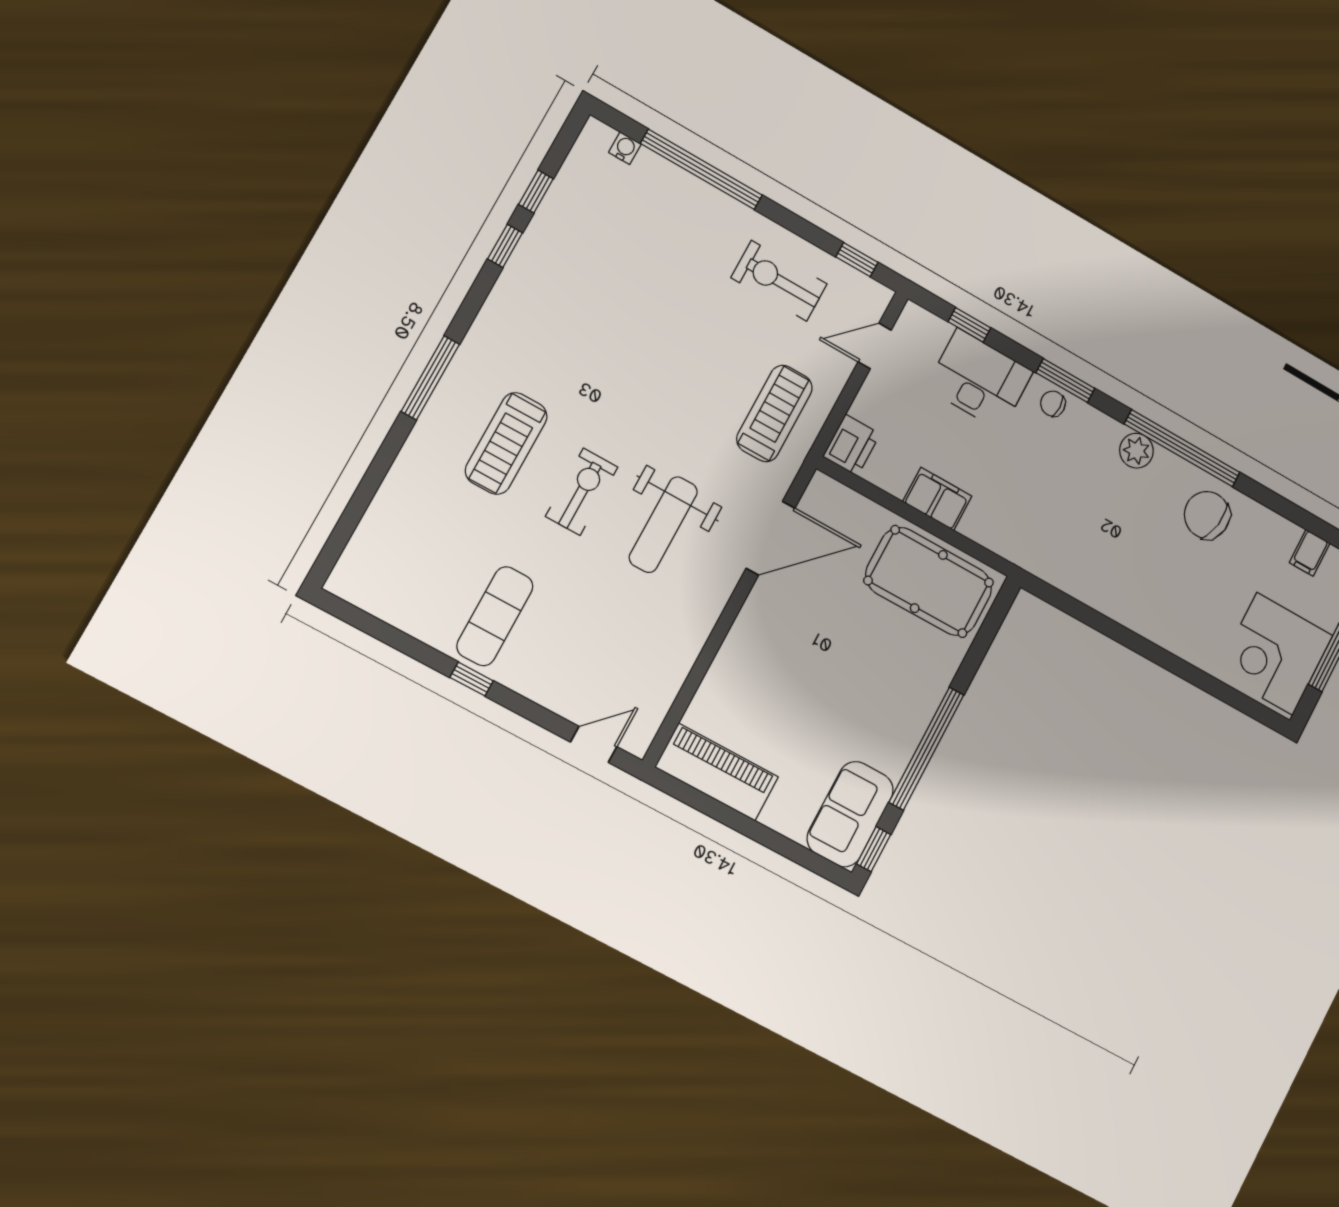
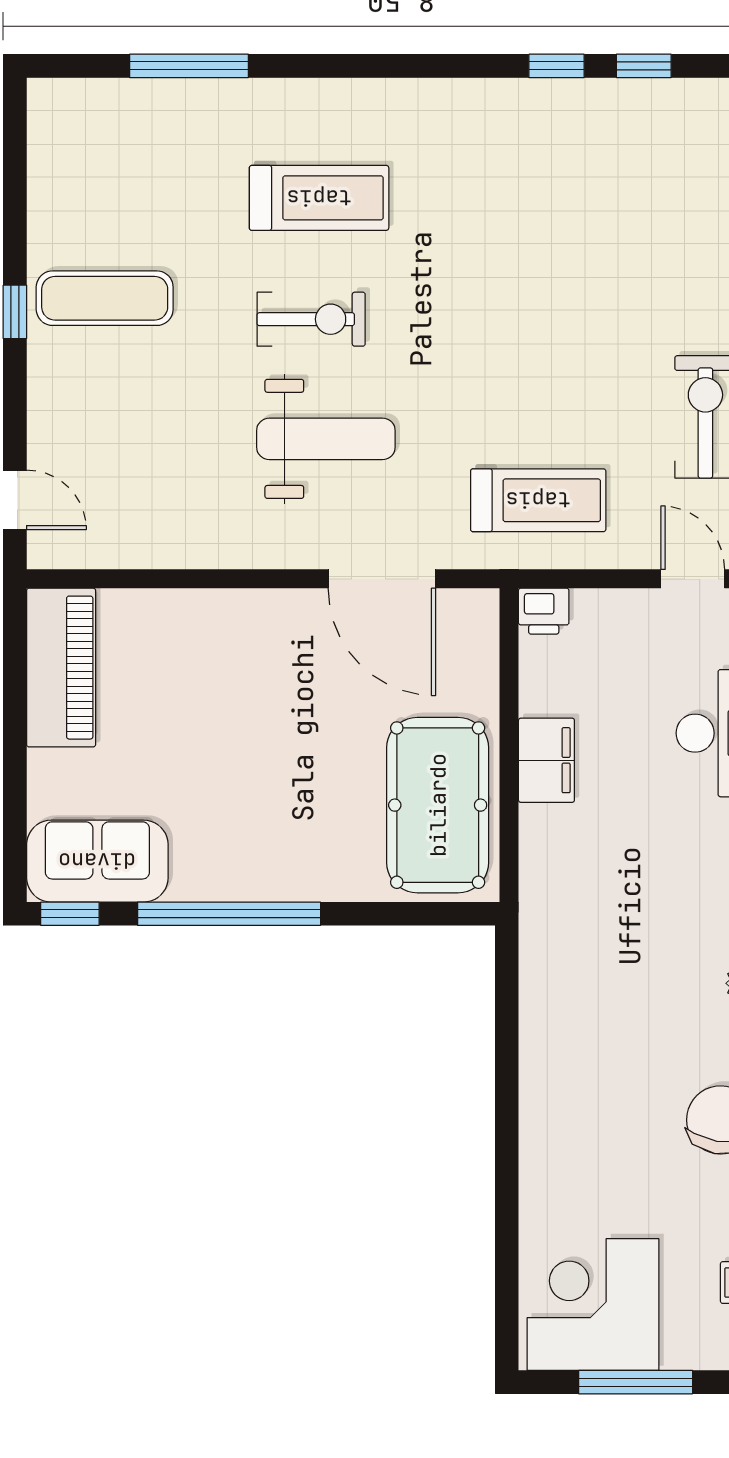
window: (430, 378) -> (189, 66), moved
treadmill: (506, 443) -> (319, 198), turned 180
printer: (851, 445) -> (544, 611), width x0.73, depth x0.81
weight bench: (663, 525) -> (326, 439), turned 180

